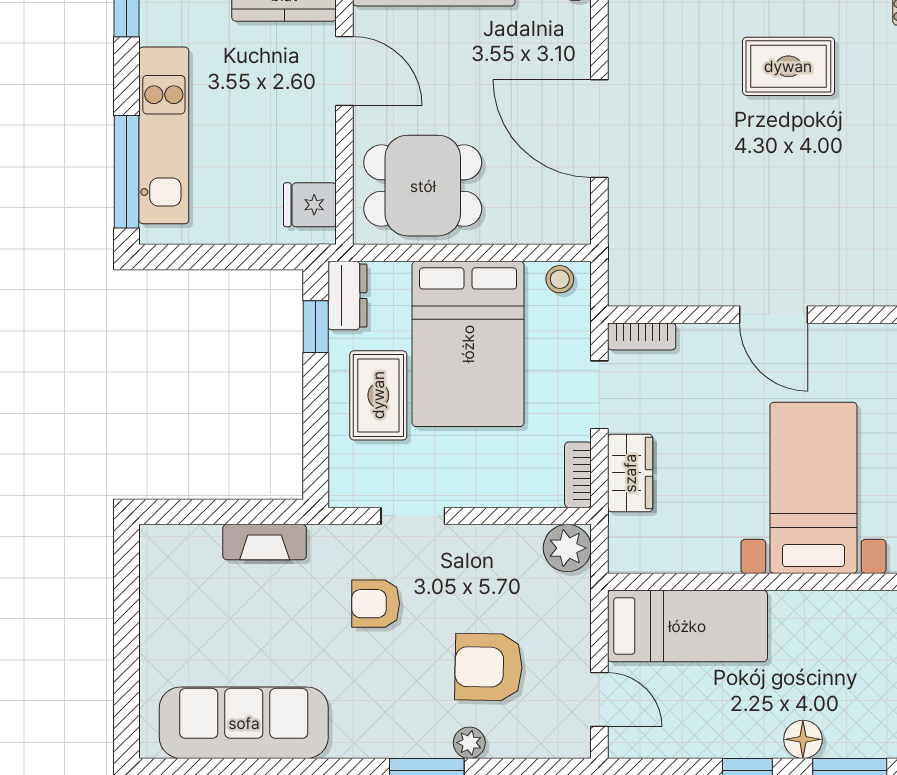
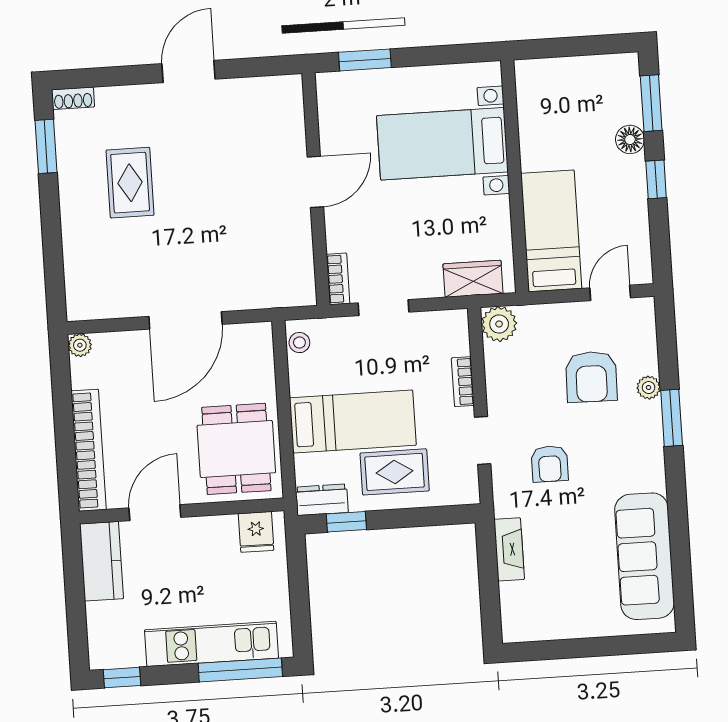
bed: (468, 344) -> (353, 422), width x0.67
wardrobe: (630, 473) -> (473, 279), moved
bookcase: (578, 475) -> (463, 382), moved, turned 90

